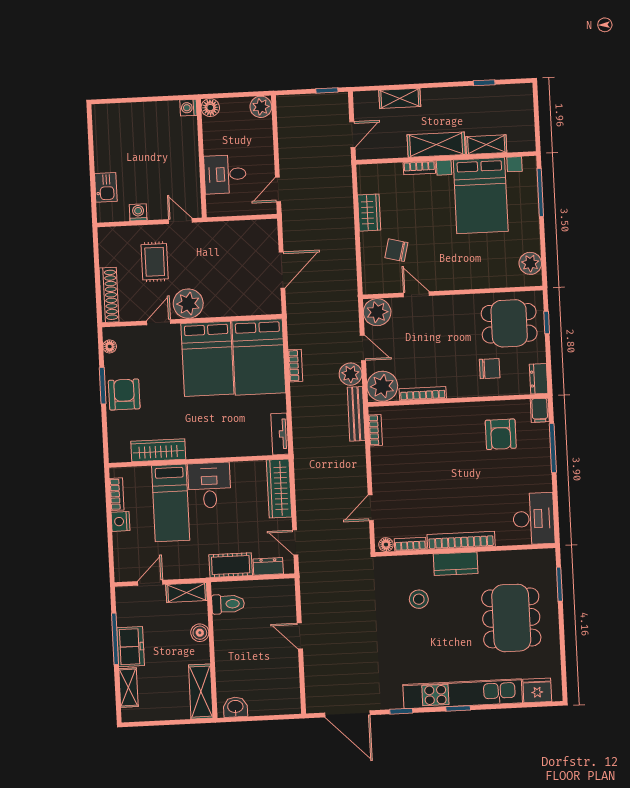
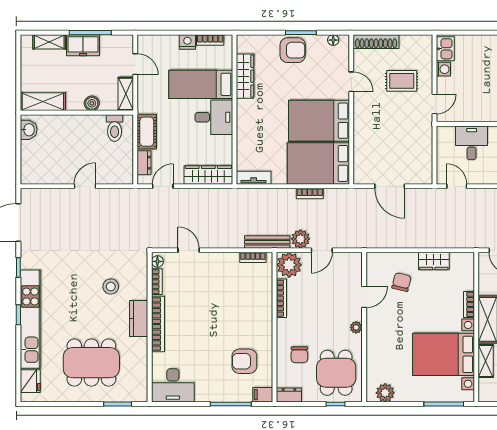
kitchen sink: (106, 187) -> (445, 49), moved, turned -90
plant: (188, 304) -> (366, 107), removed
plant: (377, 312) -> (356, 327), moved, width x0.53, depth x0.53

